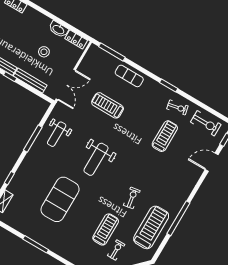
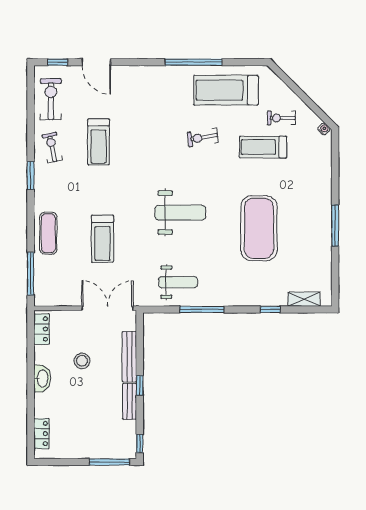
washbasin: (58, 29) -> (42, 378), moved
treadmill: (165, 136) -> (98, 142), turned -90
exercise mat: (60, 199) -> (259, 228), turned 90

